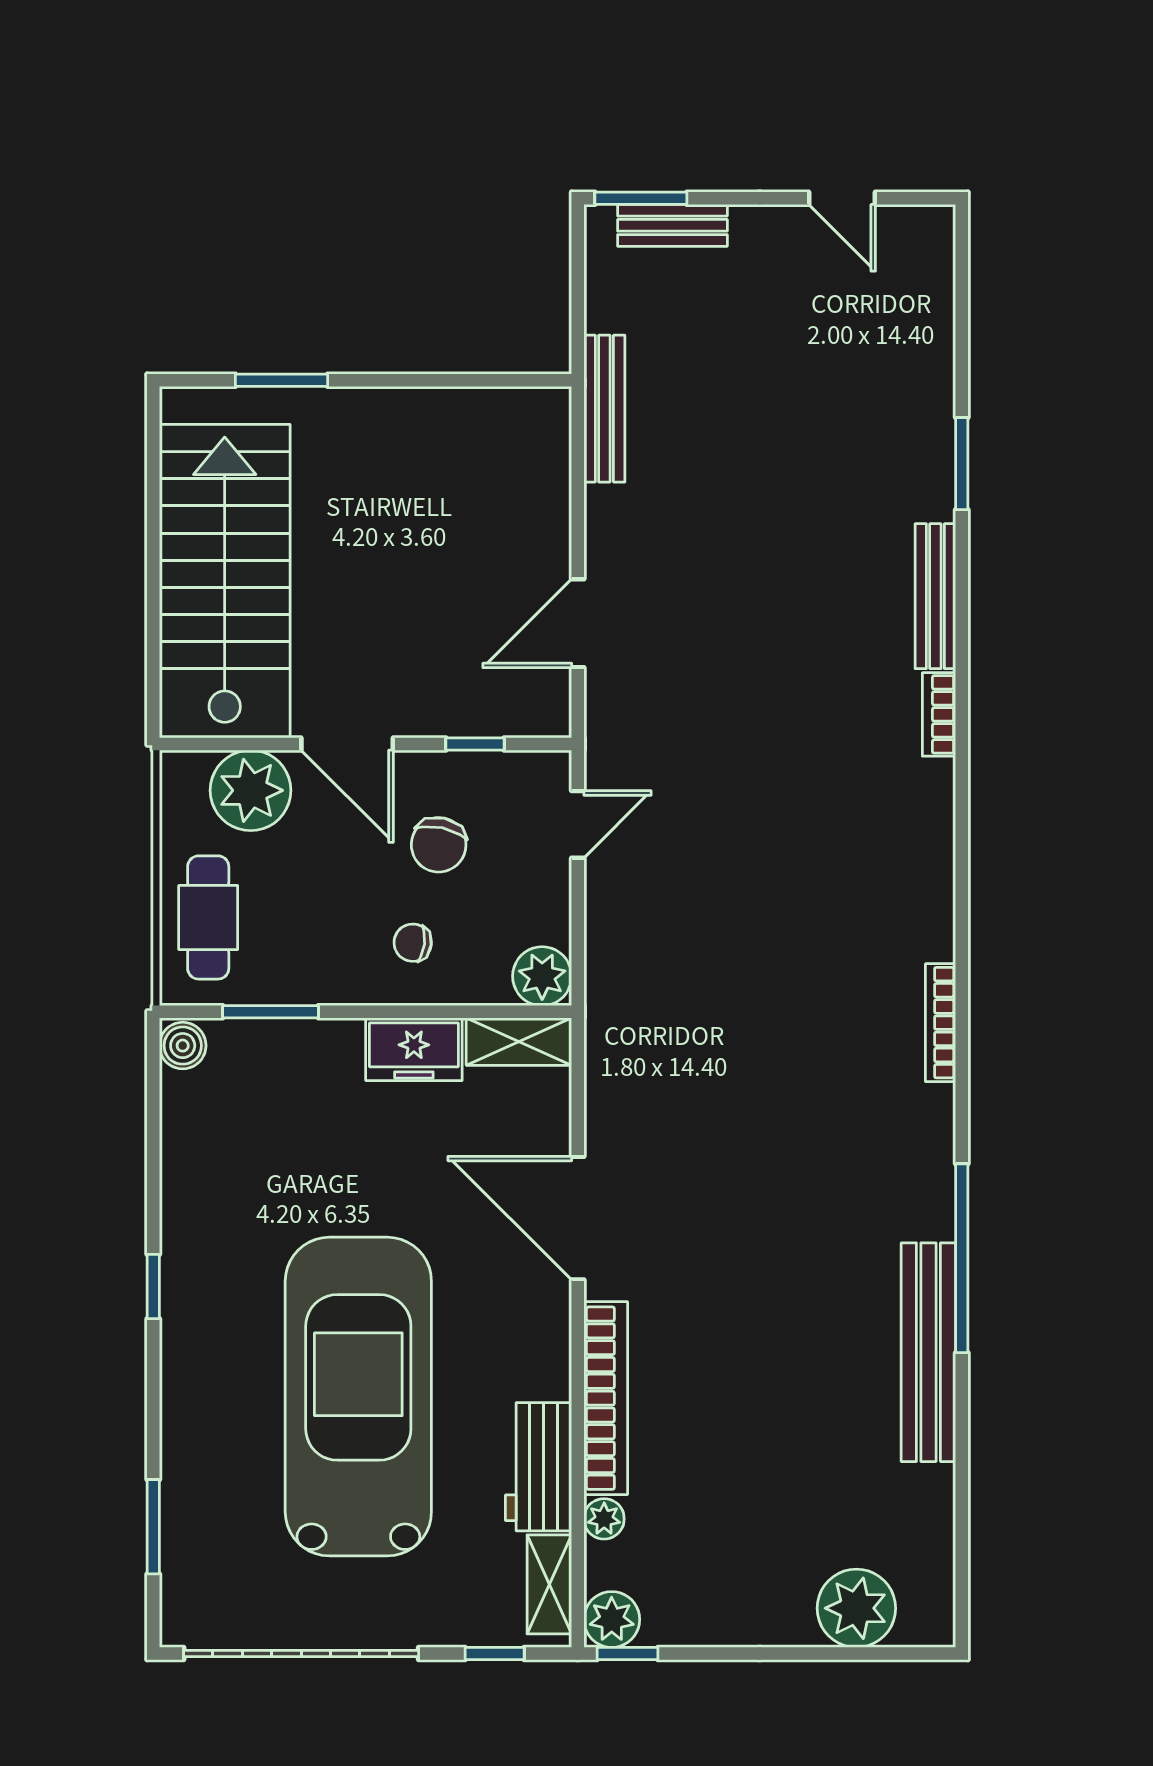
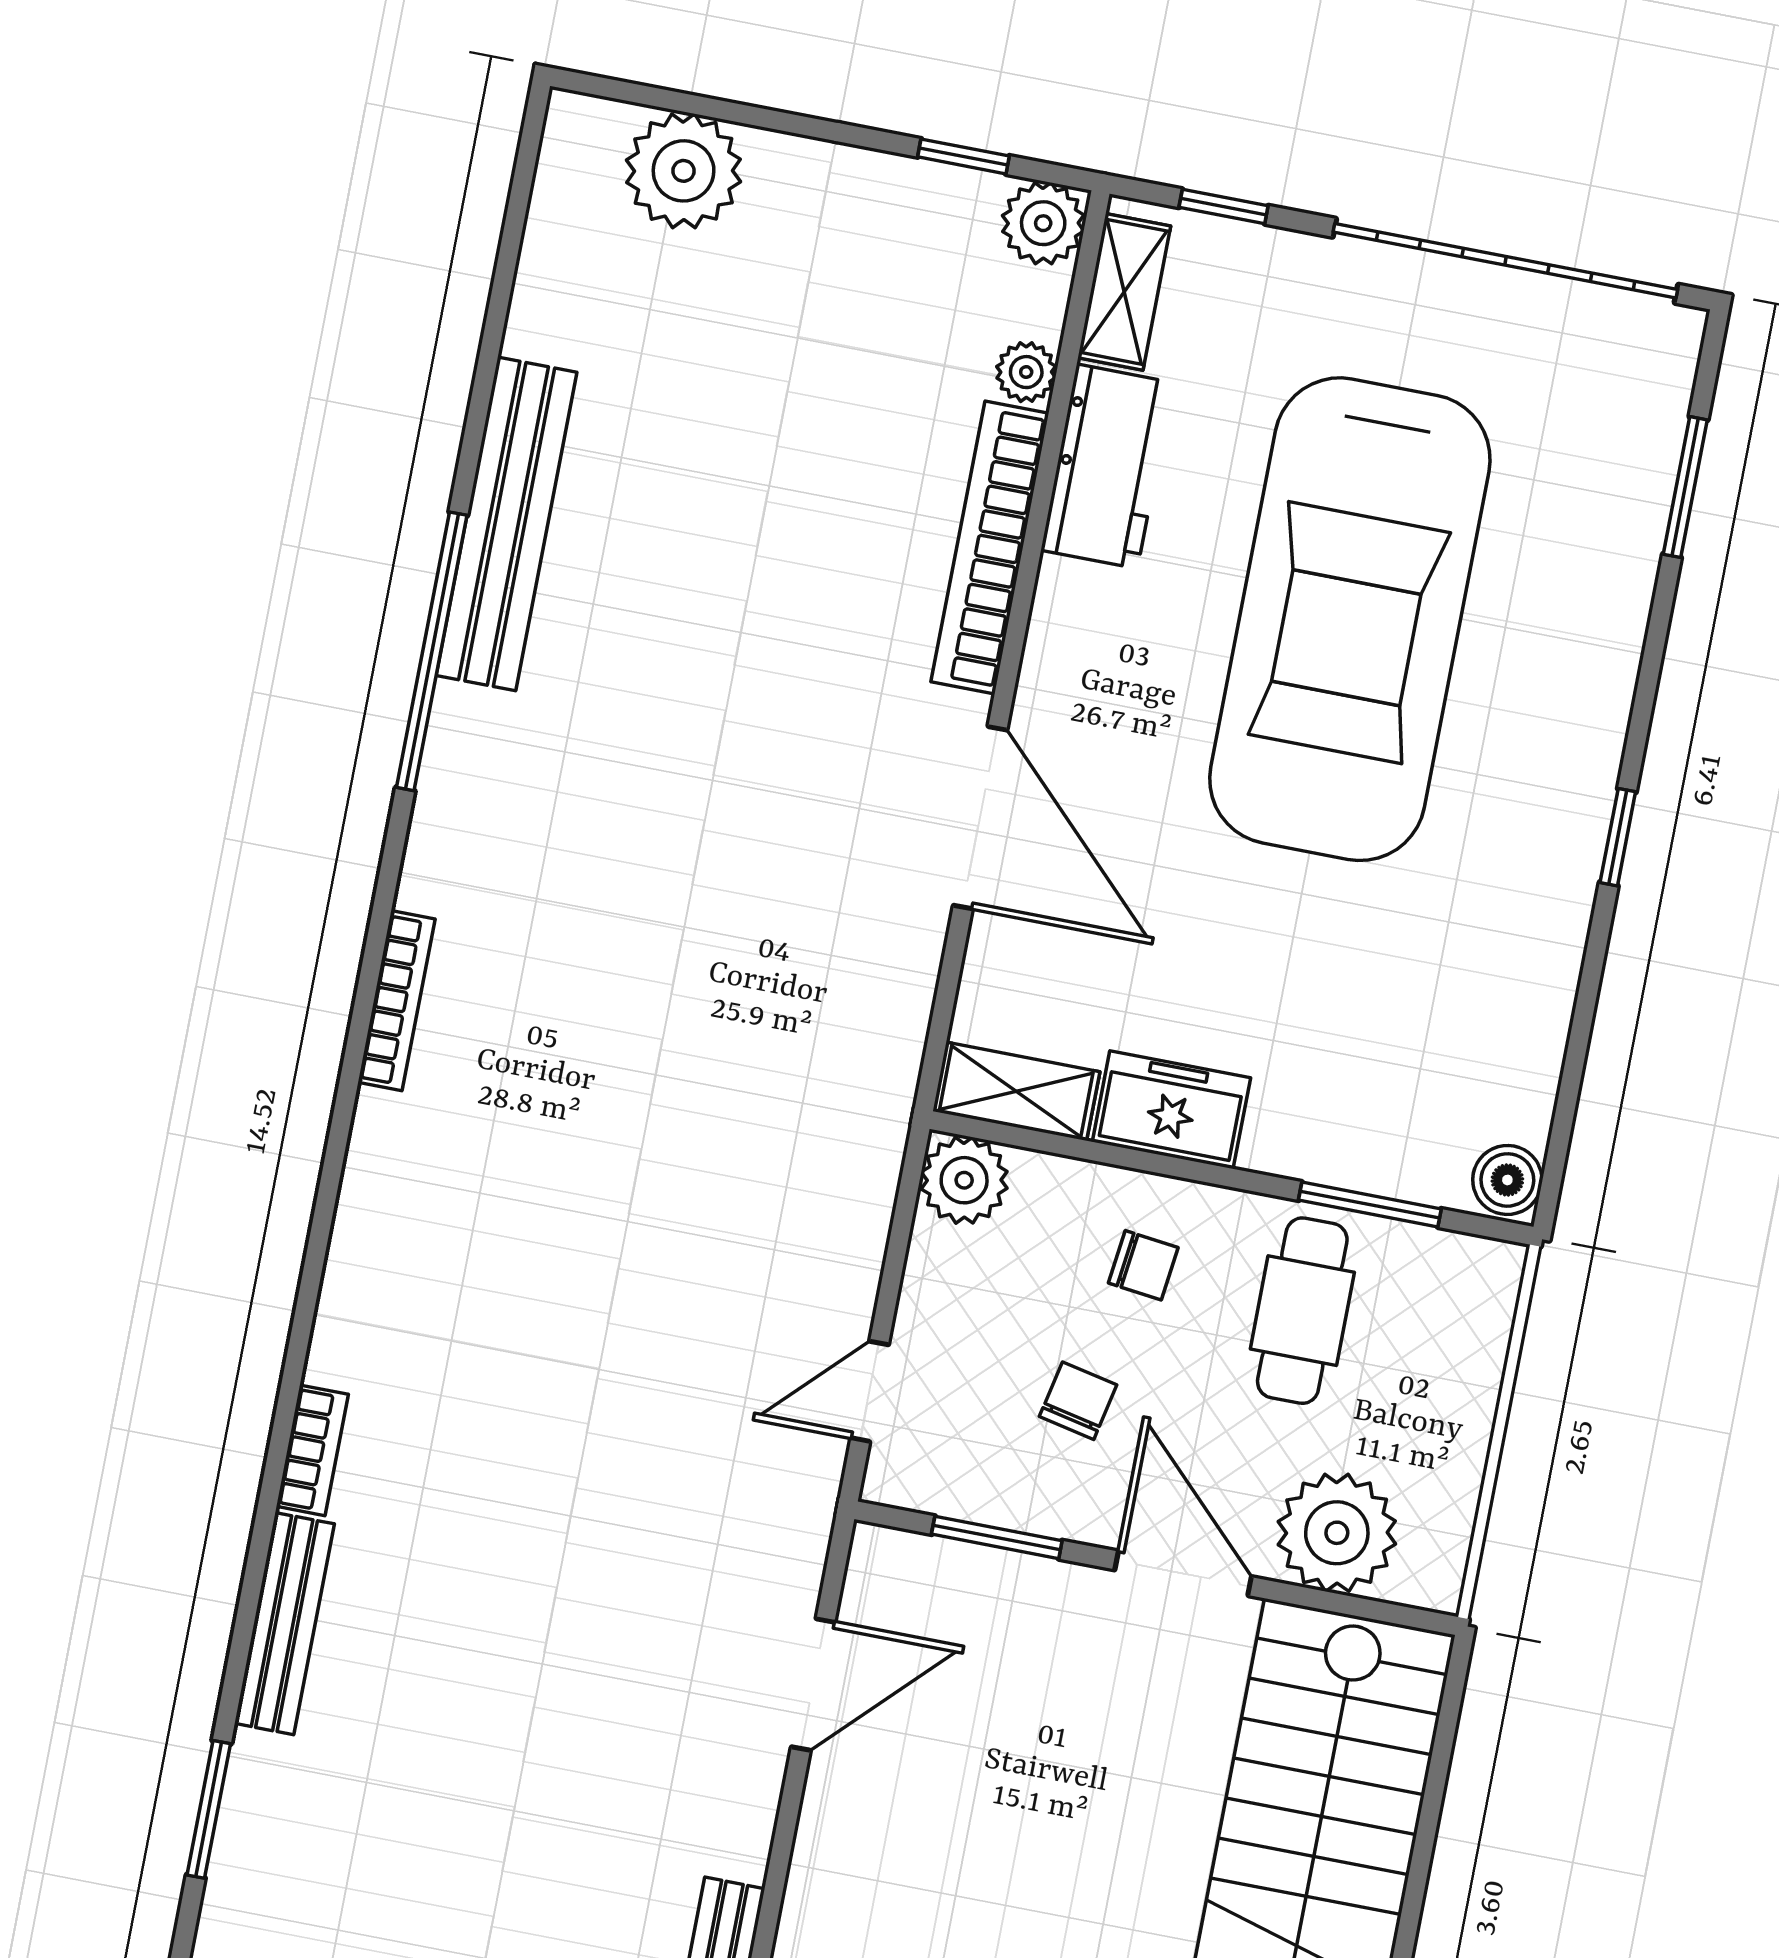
window: (475, 744) -> (997, 1537), width x1.50
chair: (439, 845) -> (1078, 1401), width x0.73, depth x0.73
cafe table: (208, 917) -> (1302, 1311), moved
window: (628, 1653) -> (964, 156), moved

